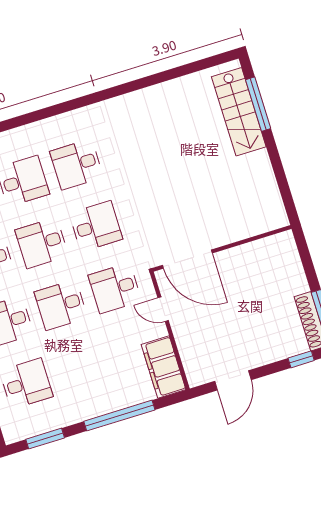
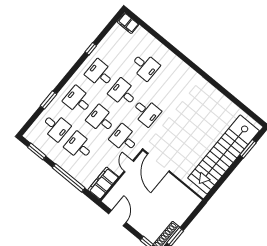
window: (258, 104) -> (248, 149), width x0.69
stairs: (239, 112) -> (224, 154), width x1.86, depth x1.51
desk: (77, 164) -> (79, 146), moved
door: (233, 380) -> (117, 218), swing flipped

